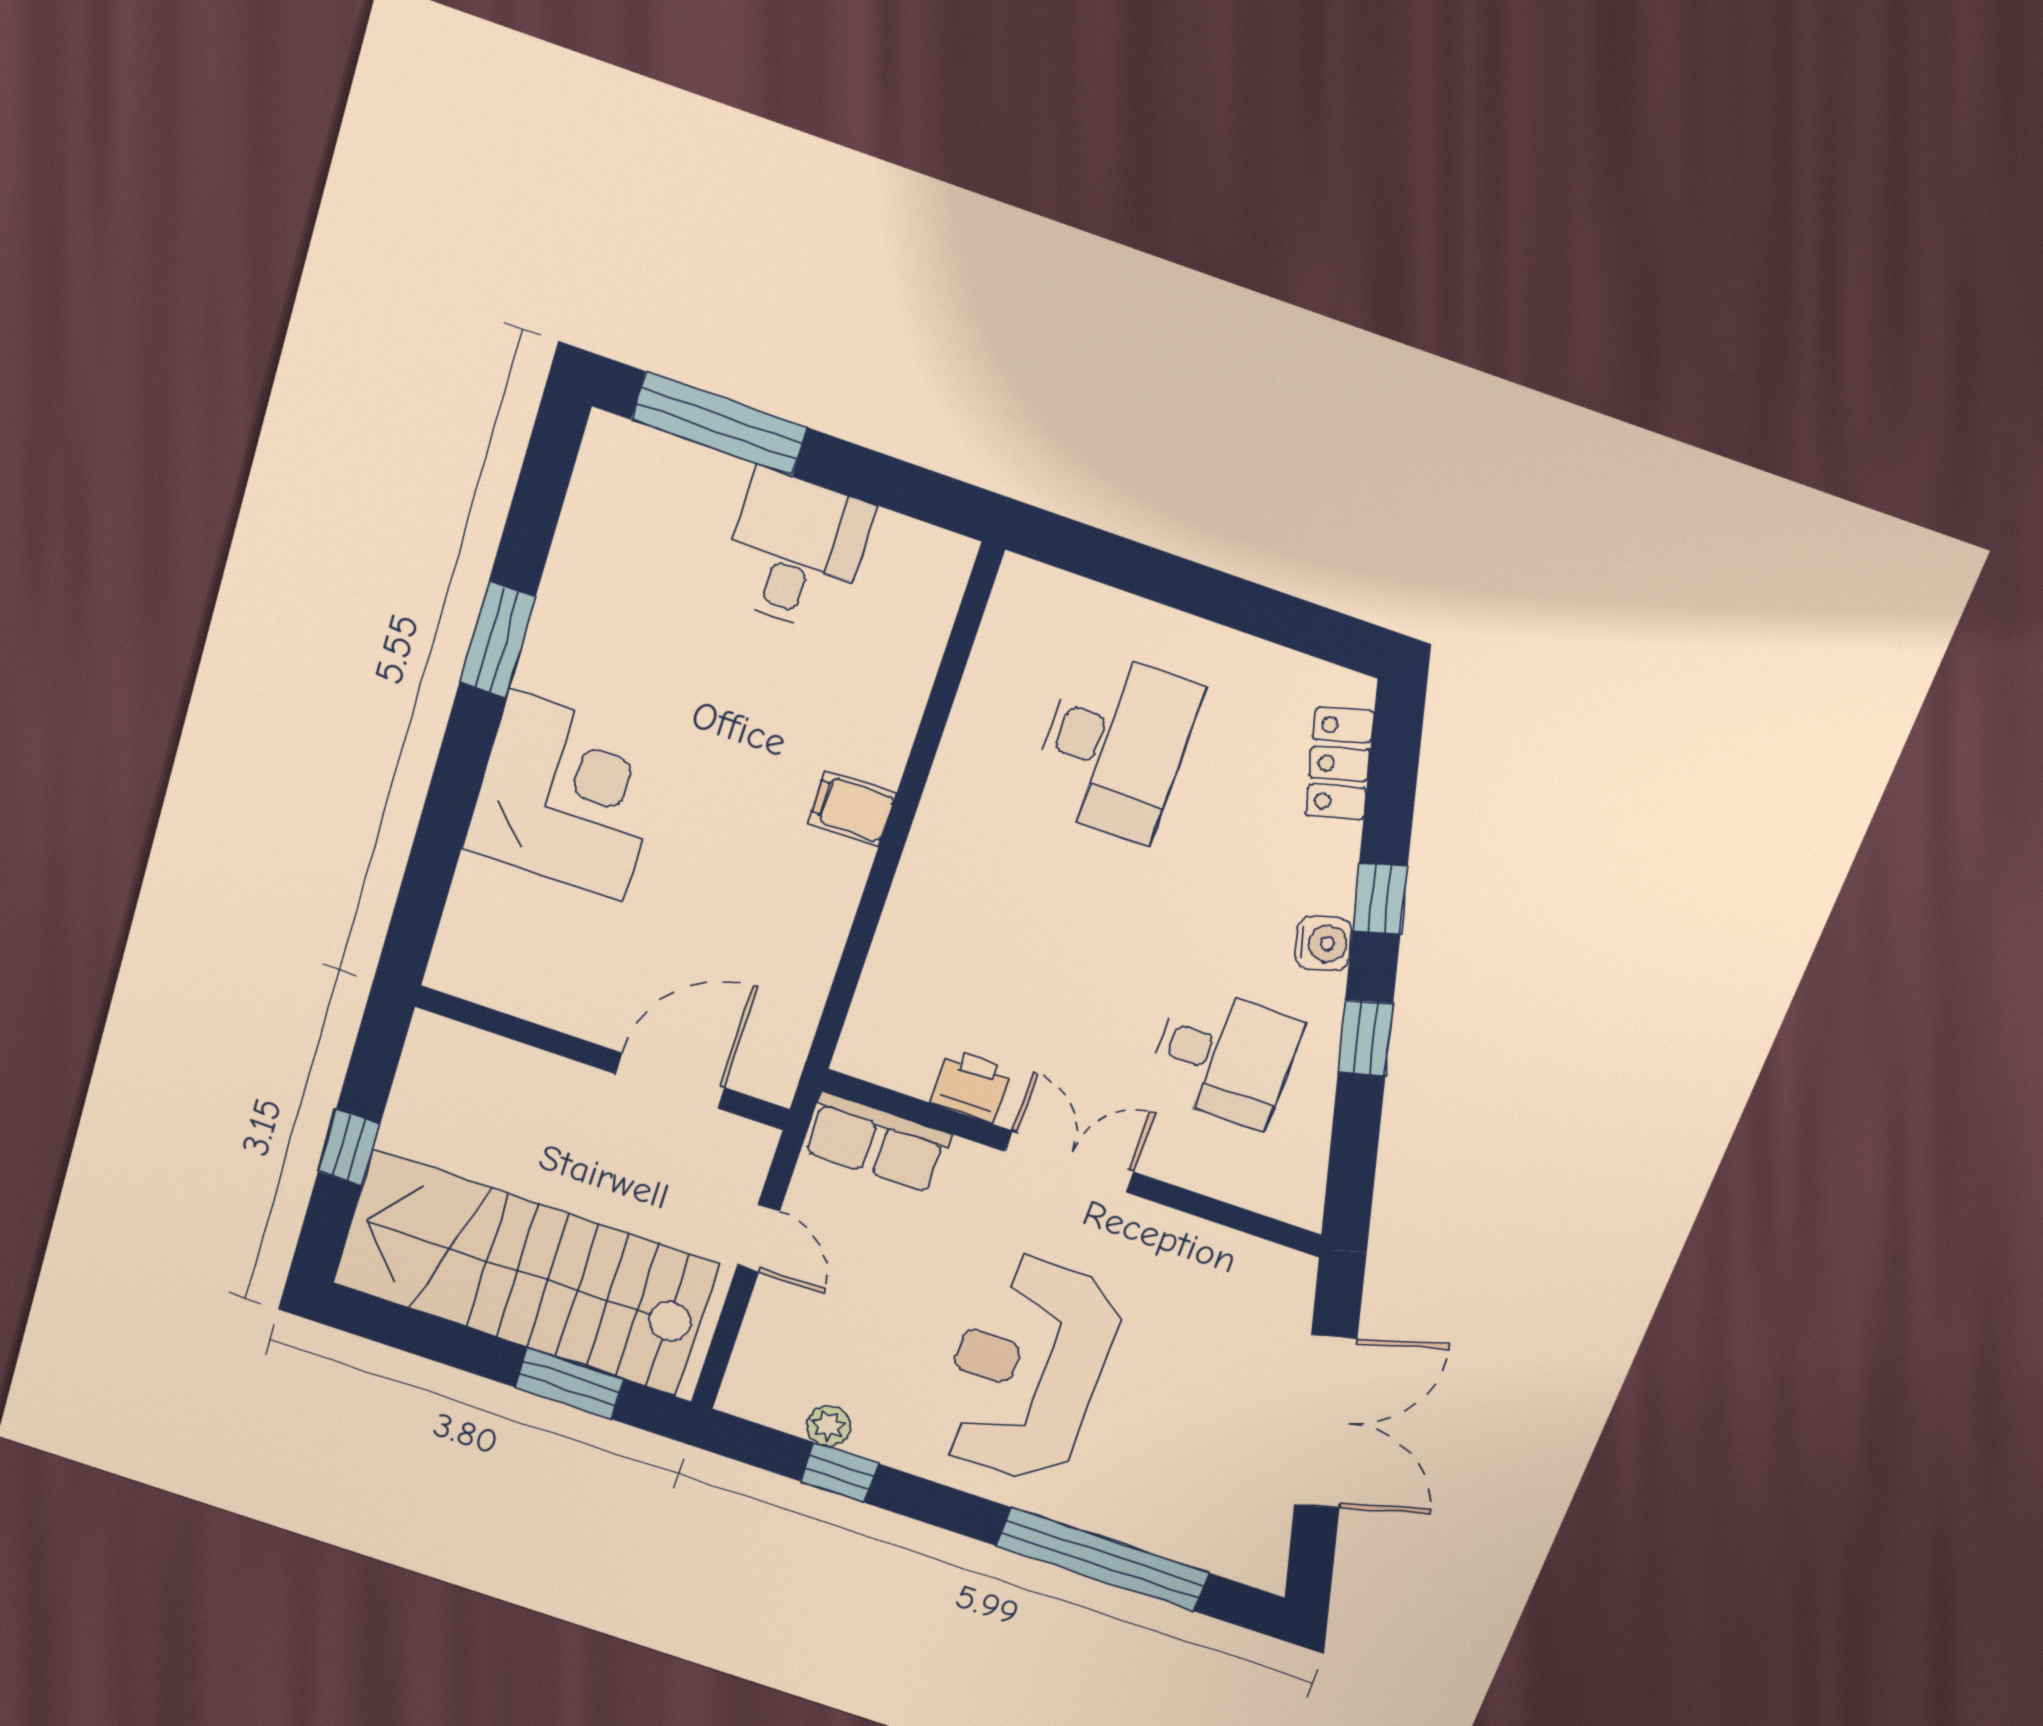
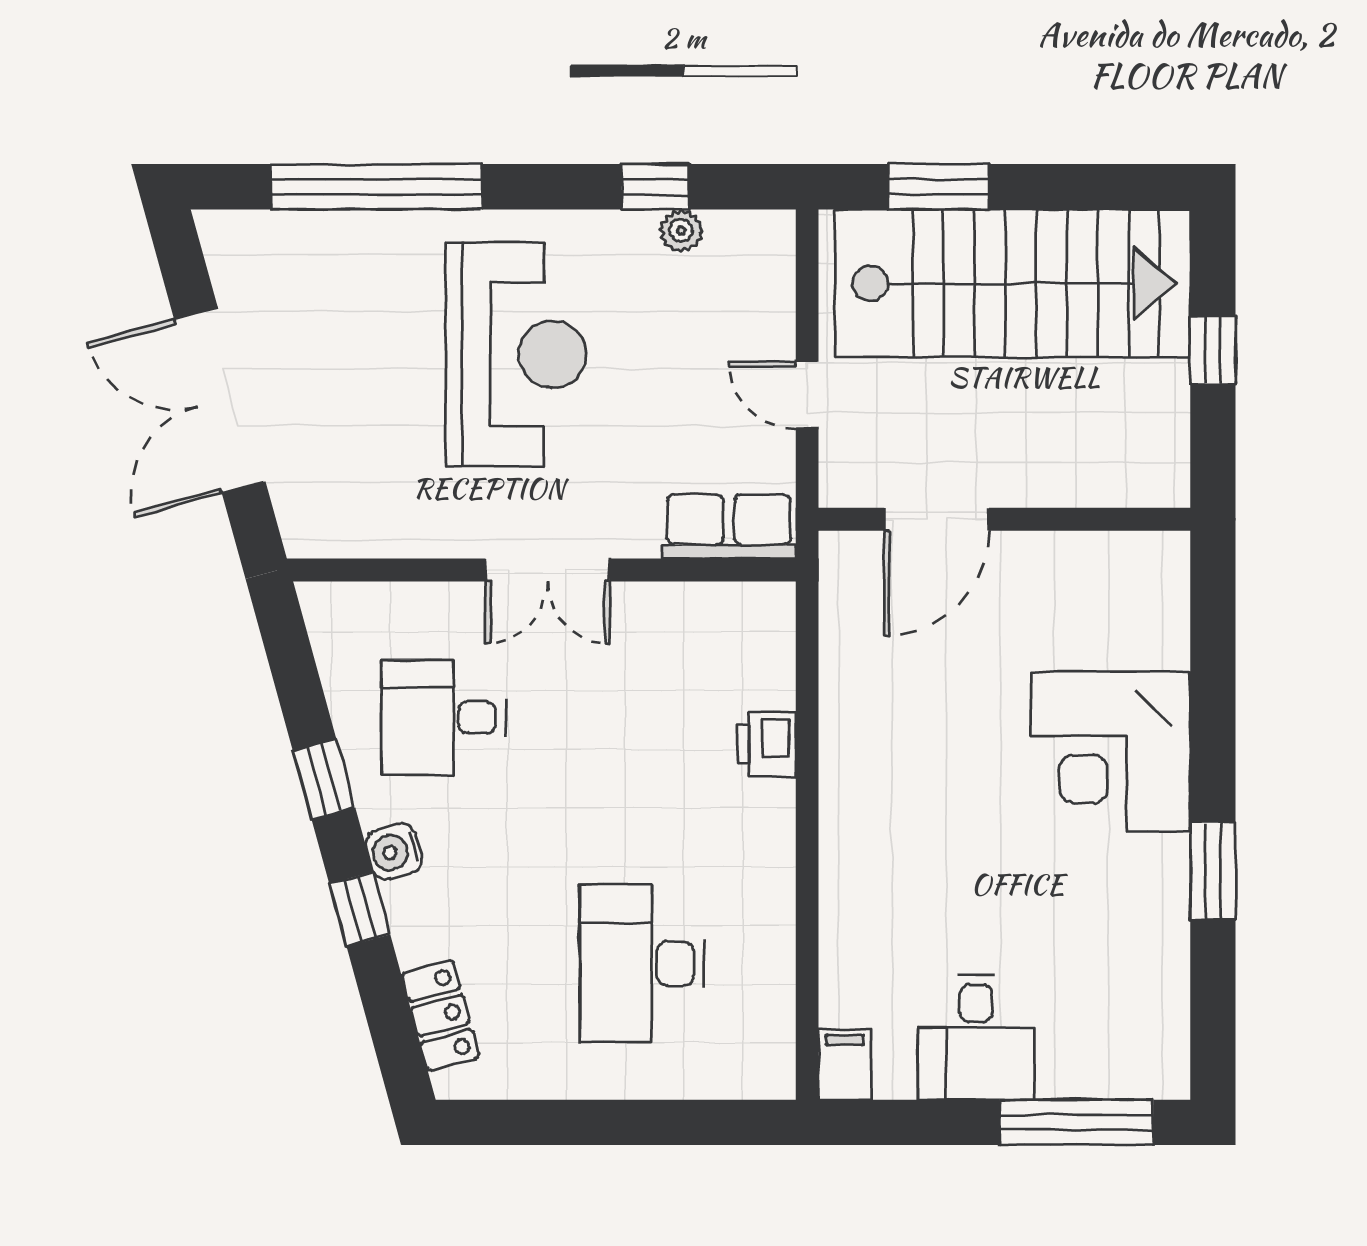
filing cabinet: (852, 808) -> (845, 1065), moved, turned -90
printer: (971, 1086) -> (767, 744), moved, turned 90

